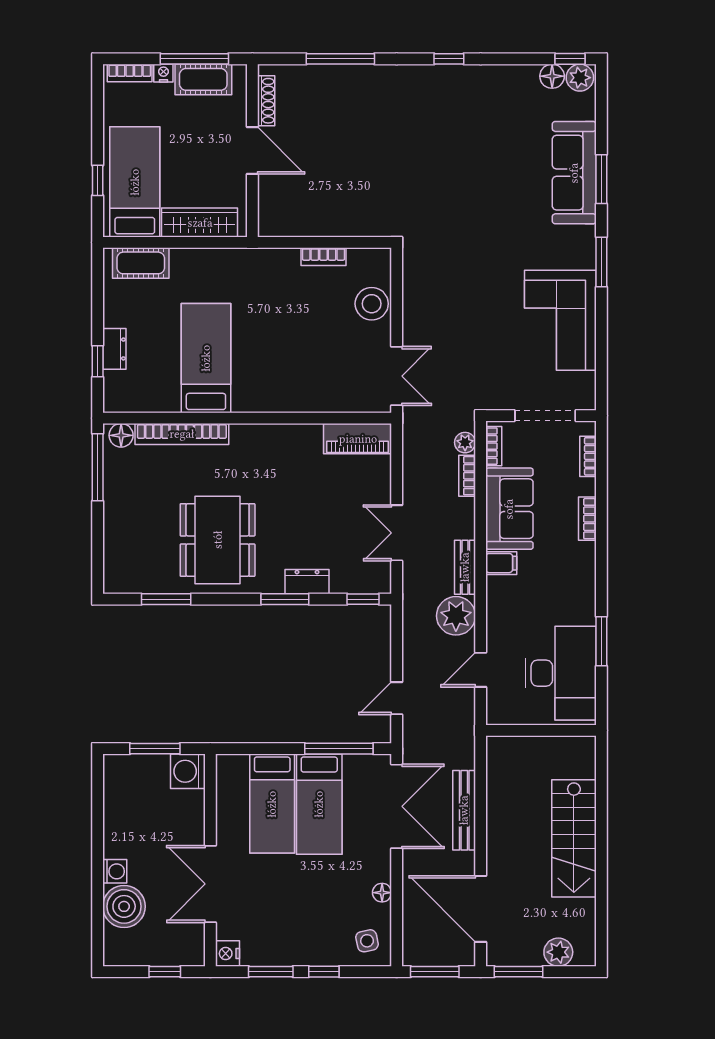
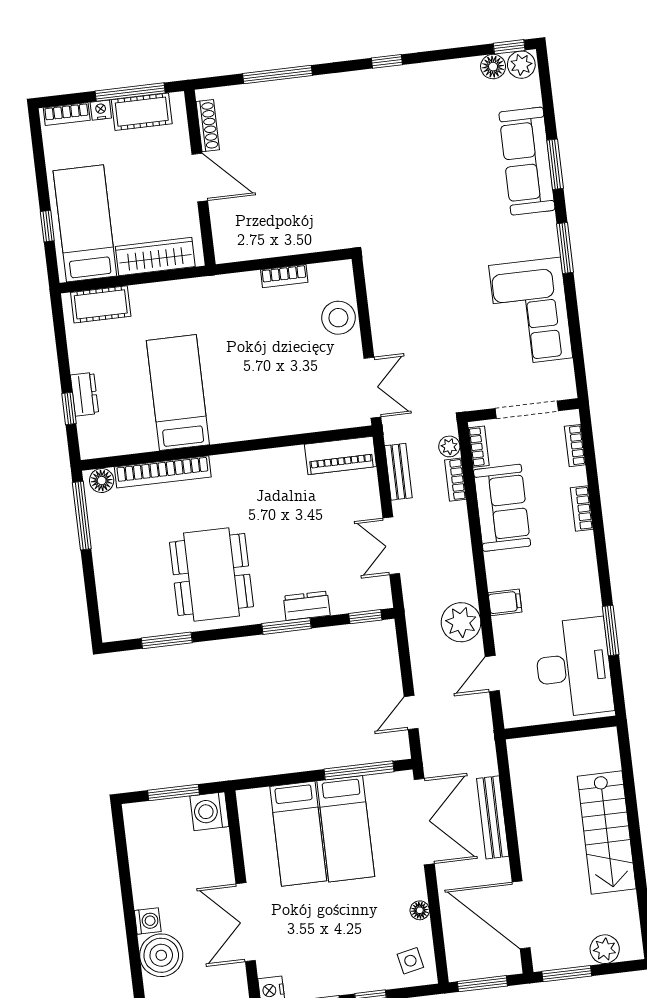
filing cabinet: (501, 563) -> (505, 602), moved
bench: (465, 567) -> (398, 472), moved

